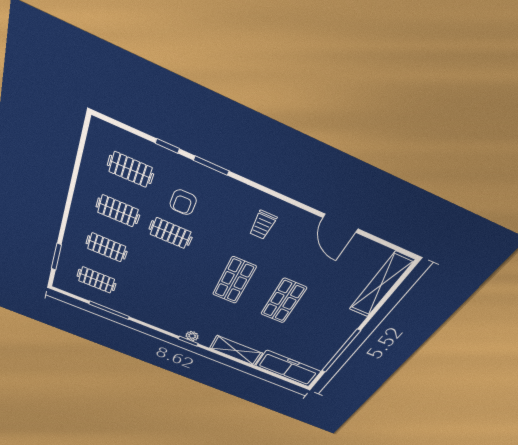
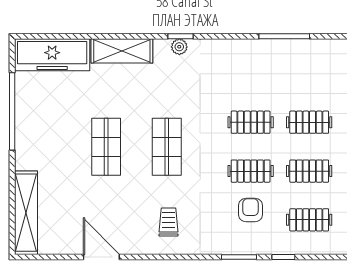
clothes rail: (97, 280) -> (251, 122), moved

